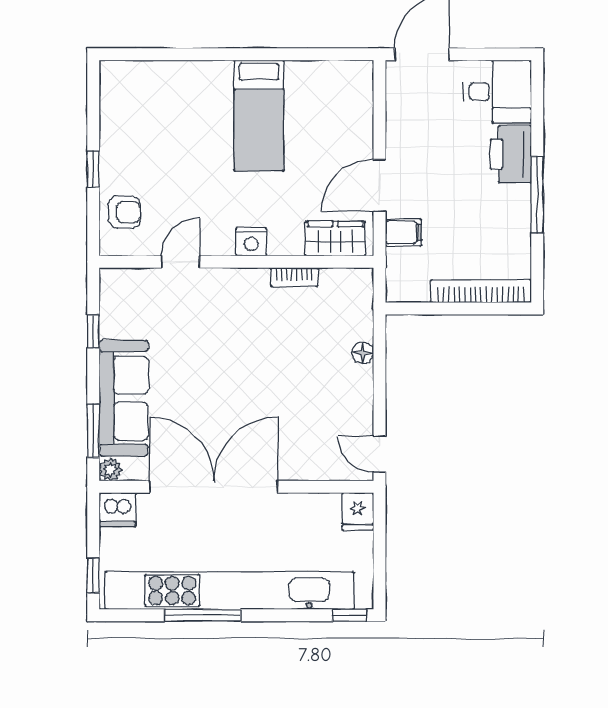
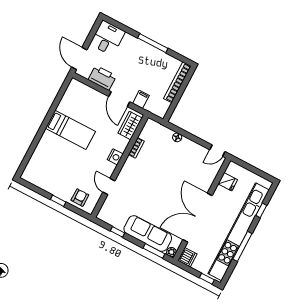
printer: (511, 154) -> (102, 78), moved, turned 180
fridge: (358, 511) -> (228, 182), moved
window: (349, 615) -> (261, 210), moved

